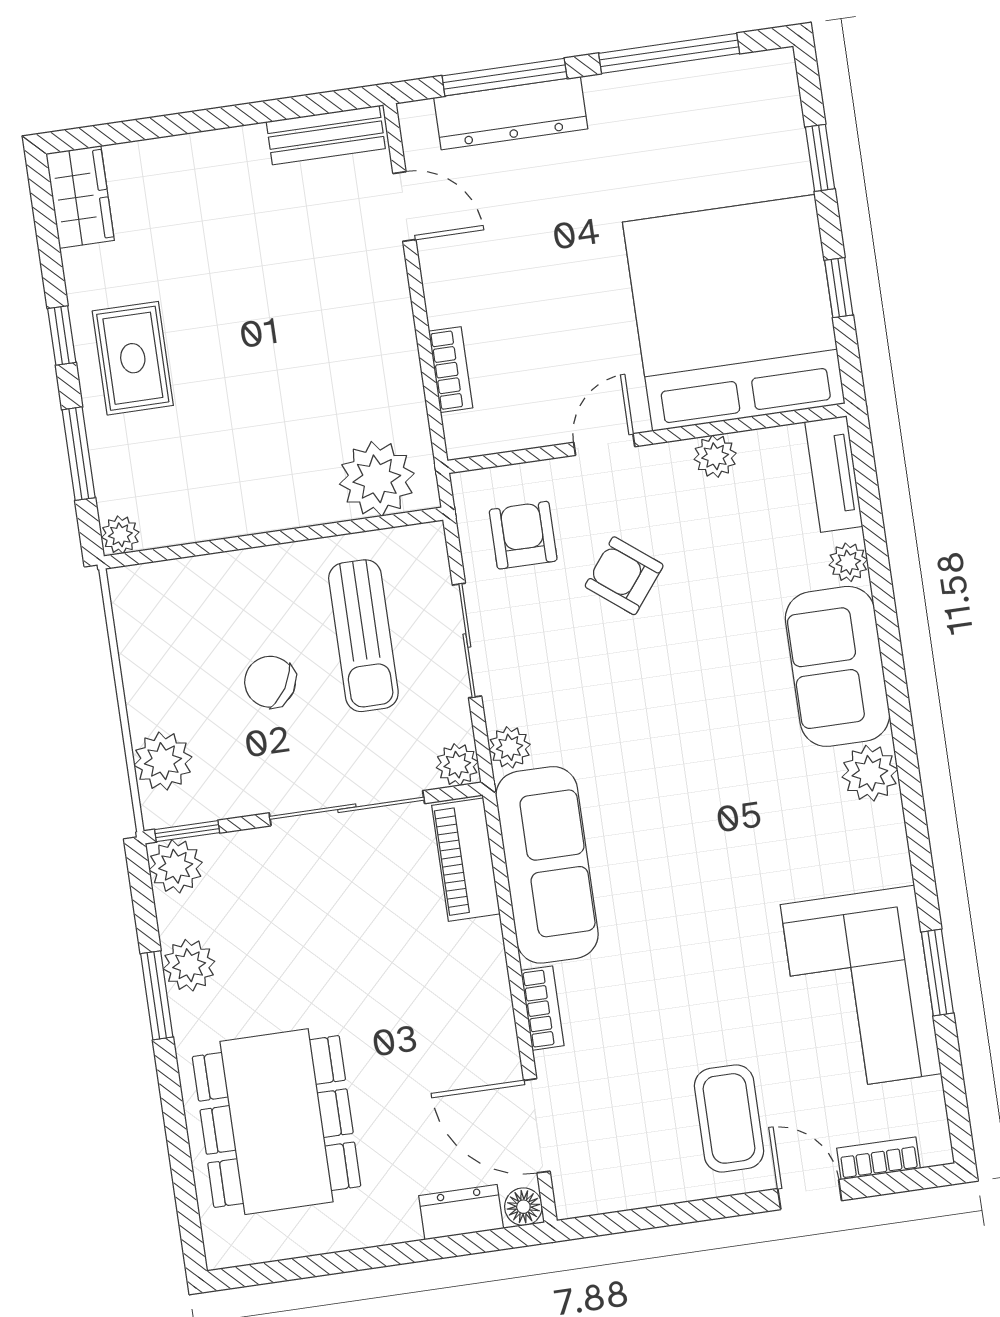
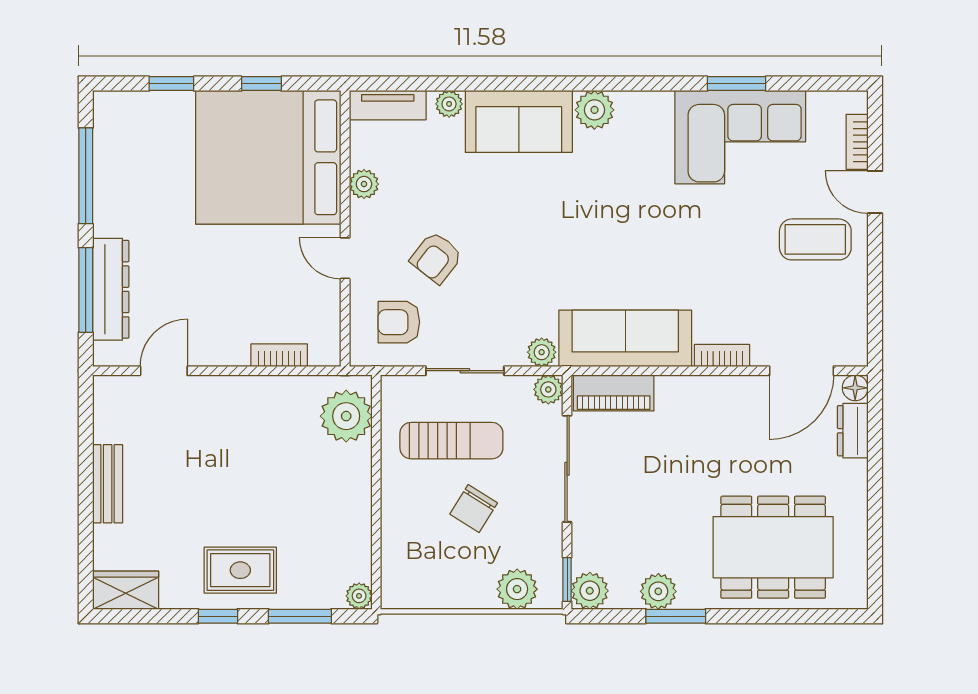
bench: (326, 135) -> (108, 484), moved
door: (810, 1195) -> (875, 192), hinge flipped

